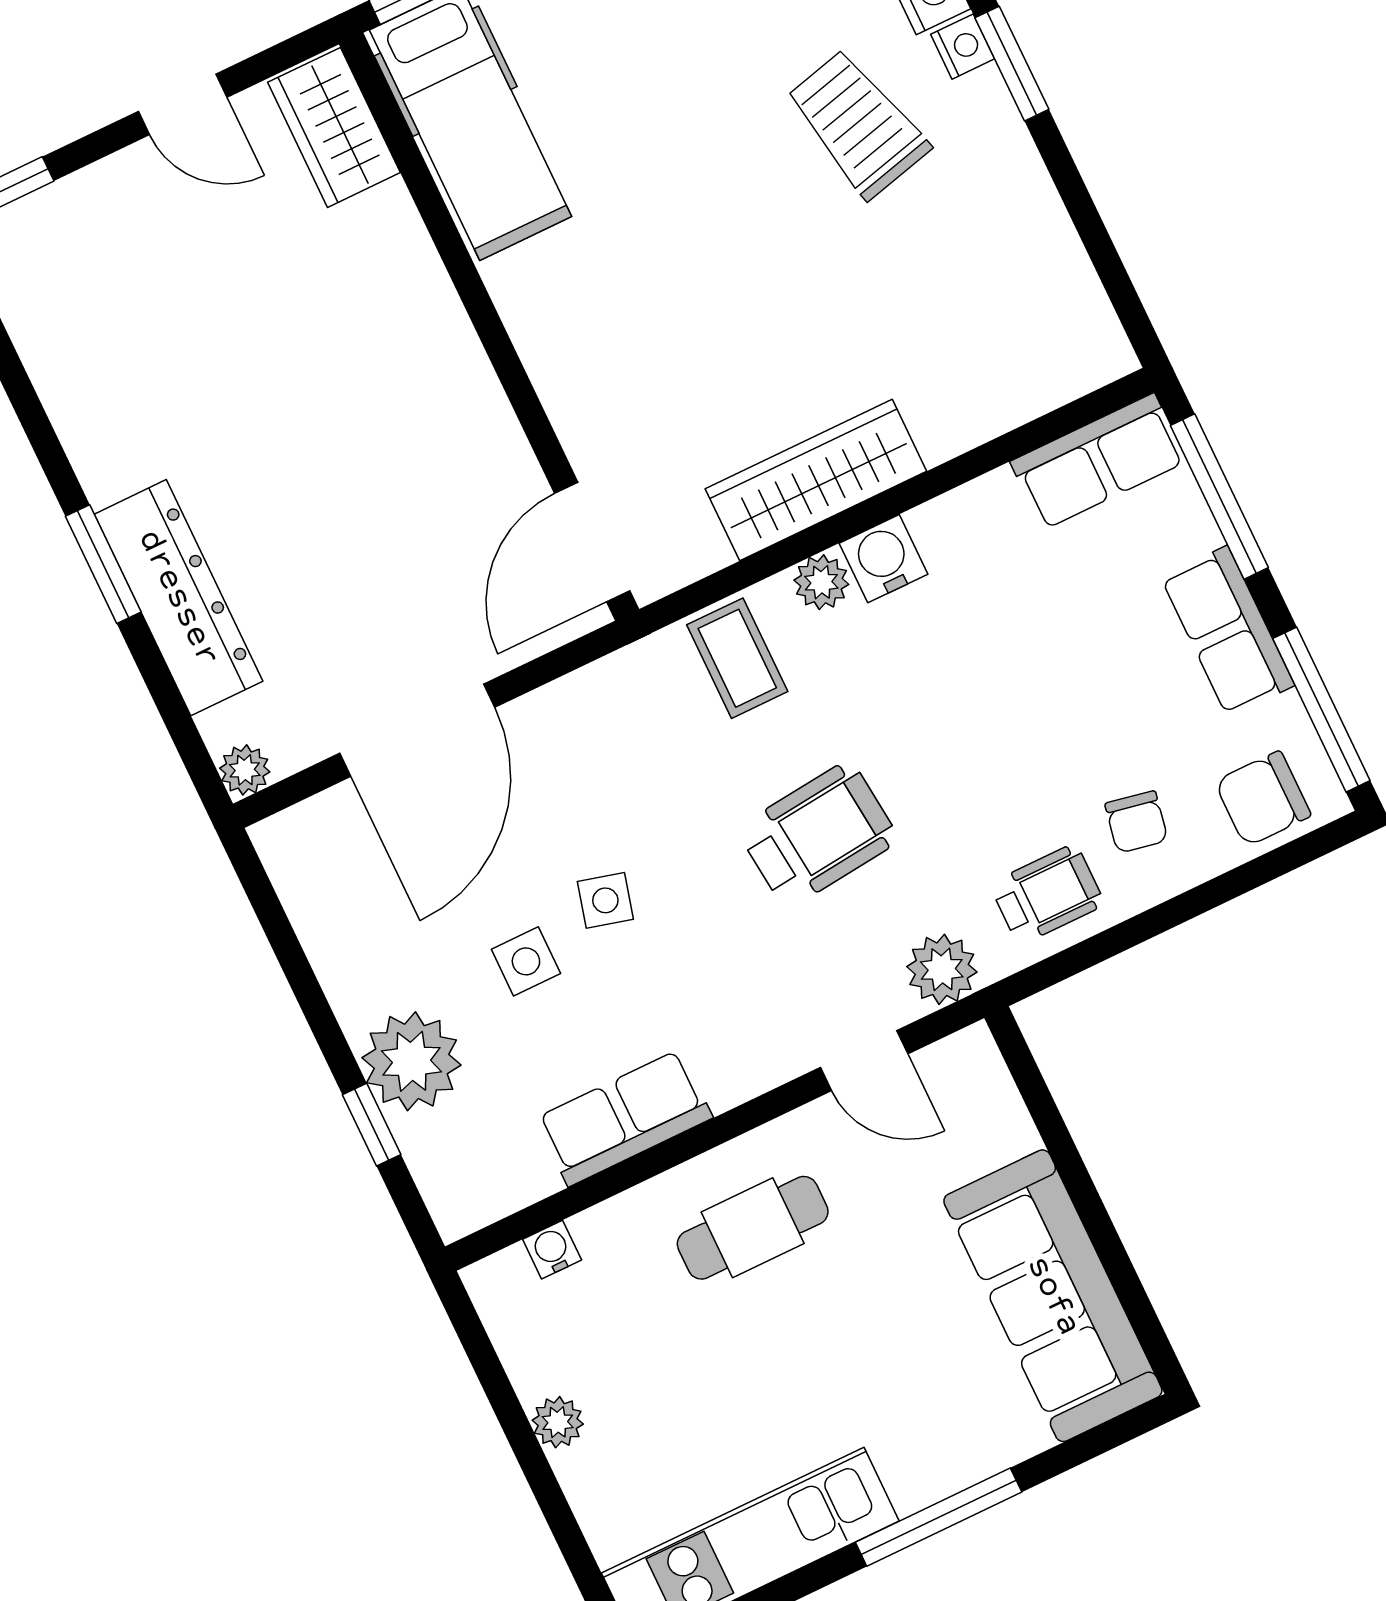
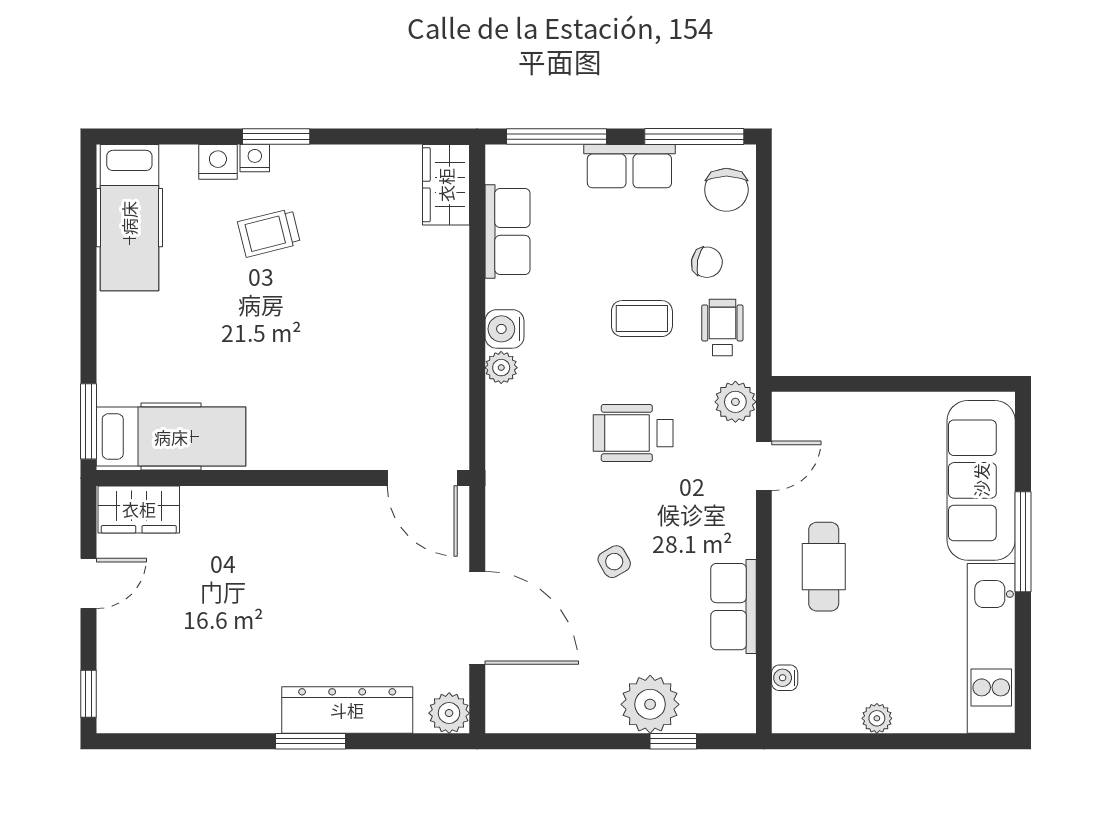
trolley: (858, 124) -> (269, 233), width x0.73, depth x0.72
row of seats: (1098, 461) -> (507, 231), moved
wardrobe: (816, 480) -> (446, 185), moved, width x0.67
coffee table: (737, 658) -> (642, 319), moved
plant: (245, 770) -> (449, 713), width x1.38, depth x1.38
wheelchair: (818, 834) -> (633, 433), turned -84
side table: (605, 900) -> (614, 562), turned 45
side table: (526, 961) -> (626, 619), removed
sofa: (1053, 1296) -> (981, 480), moved, turned 90

